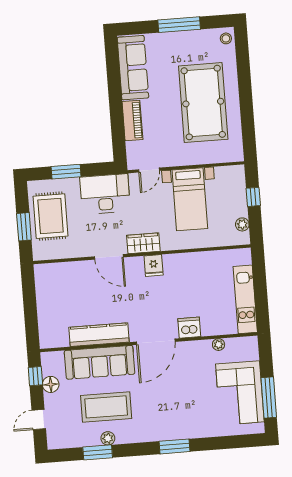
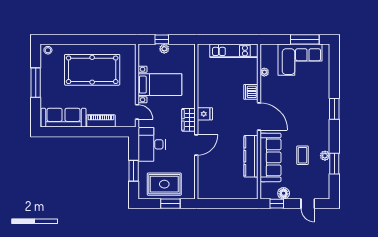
plant: (242, 224) -> (164, 49), moved
coffee table: (106, 407) -> (303, 155), width x0.54, depth x0.58

